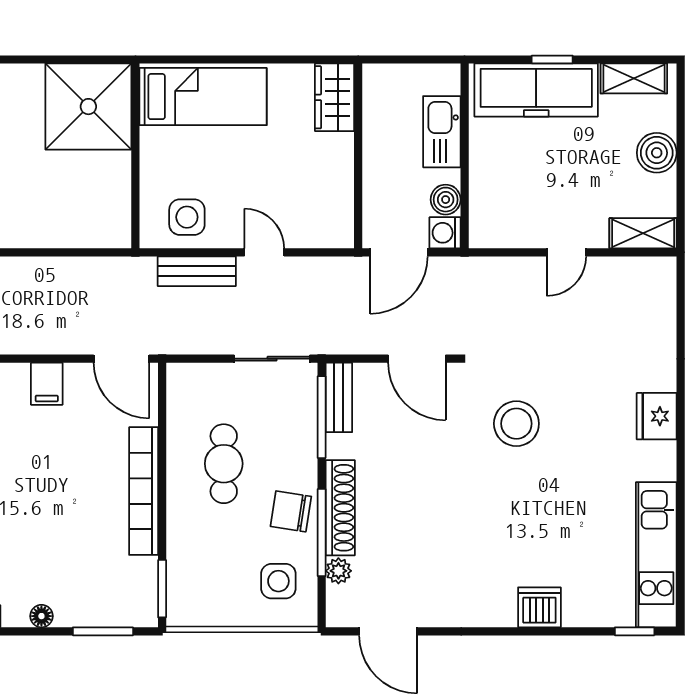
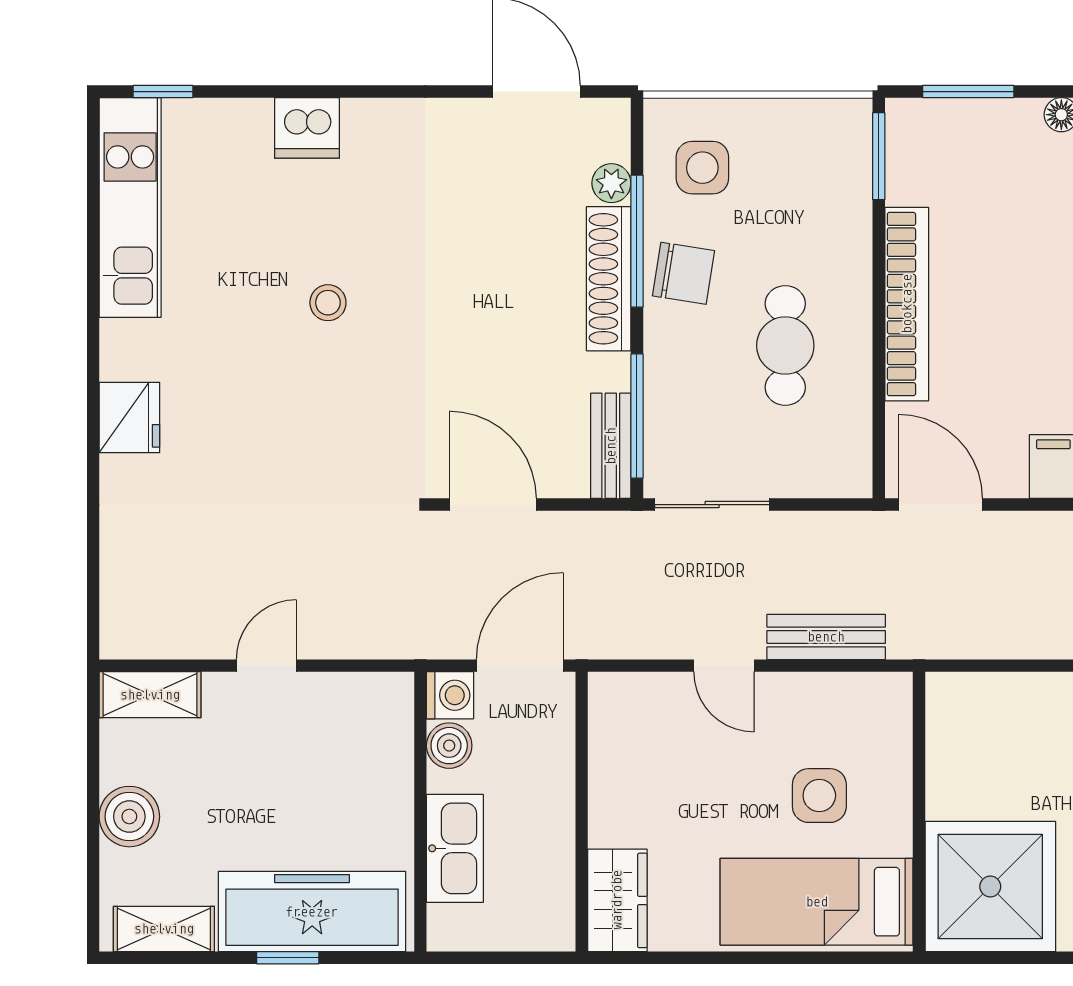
side table: (187, 217) -> (819, 796), moved
stool: (516, 424) -> (328, 303), moved, width x0.53, depth x0.53

